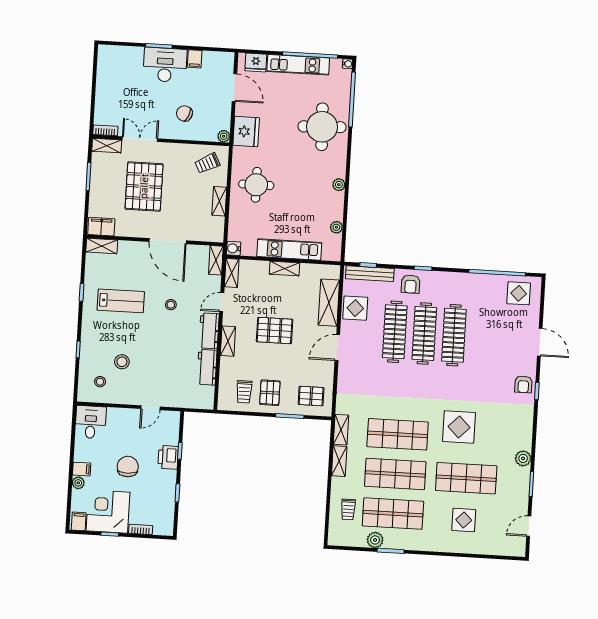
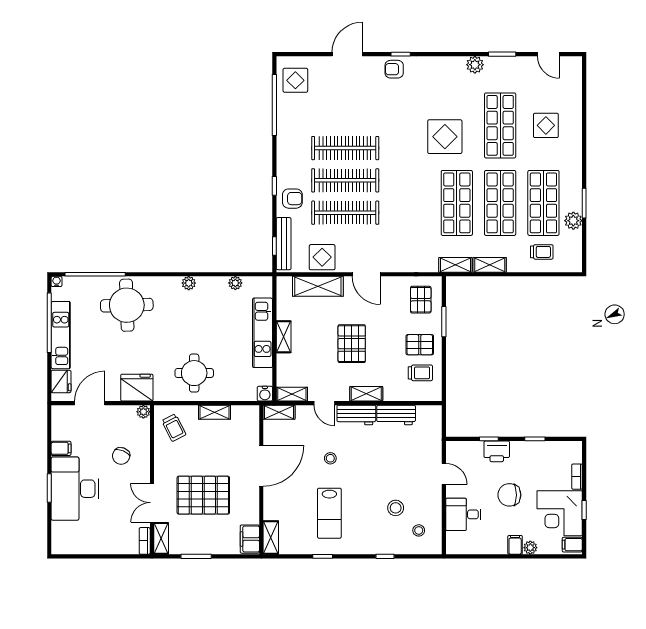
desk: (165, 65) -> (75, 489), width x1.36, depth x1.30
lab bench: (121, 301) -> (329, 513), turned 180
armchair: (523, 384) -> (394, 69), turned 180
desk: (91, 422) -> (463, 514), moved

